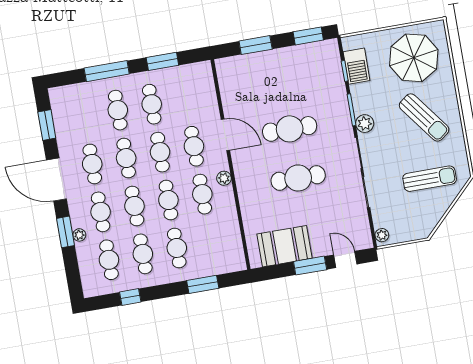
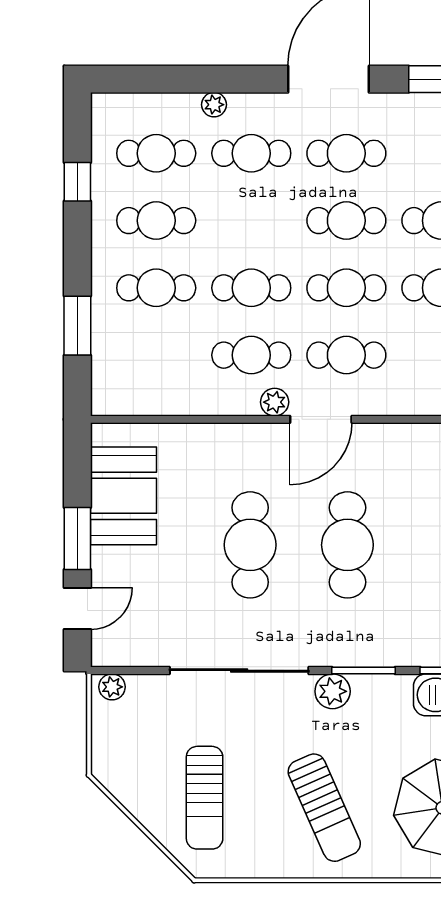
sun lounger: (424, 117) -> (324, 808), turned -77
door: (225, 135) -> (321, 419), moved
cafe table: (134, 206) -> (251, 221), removed
window: (66, 232) -> (224, 79), removed

